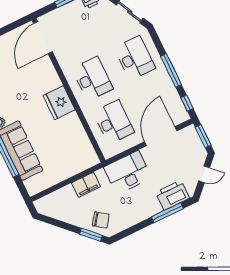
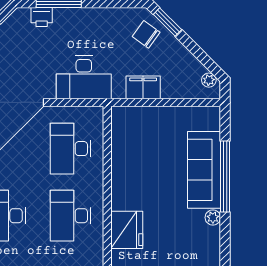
fridge: (59, 103) -> (127, 230), moved
printer: (172, 195) -> (42, 17), width x0.53, depth x0.68
plant: (46, 210) -> (209, 80), added

